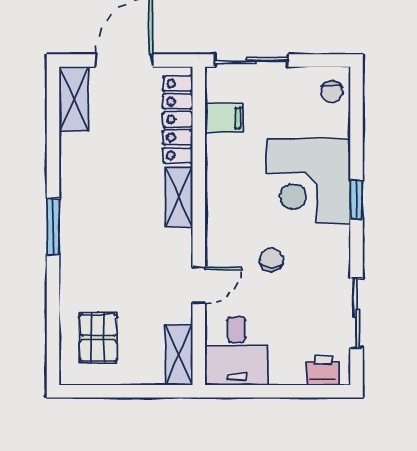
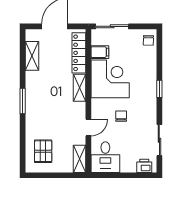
shelving: (74, 99) -> (32, 56), moved
corner desk: (308, 182) -> (110, 79), moved, turned 180

